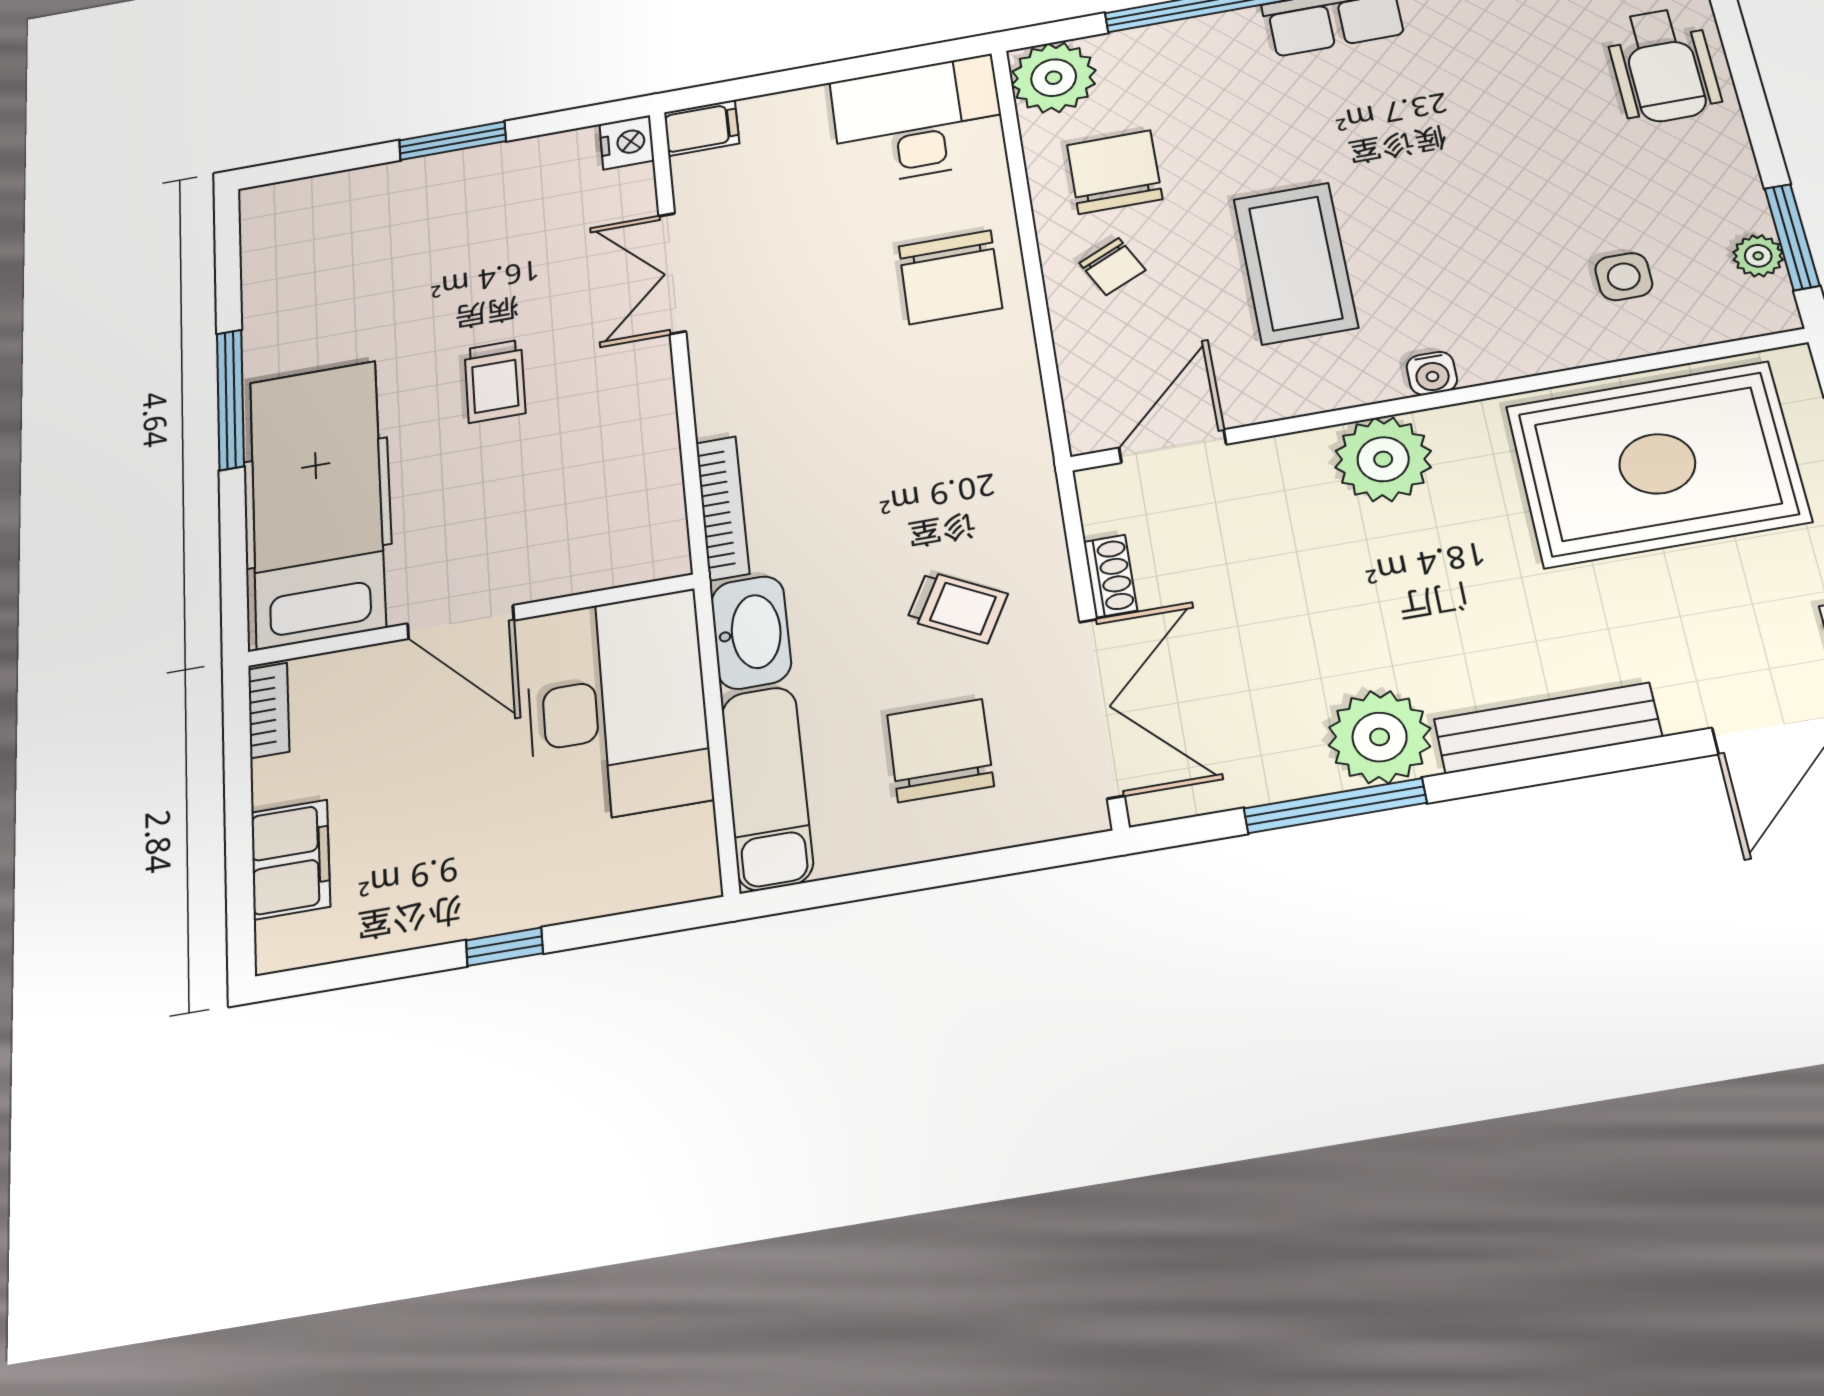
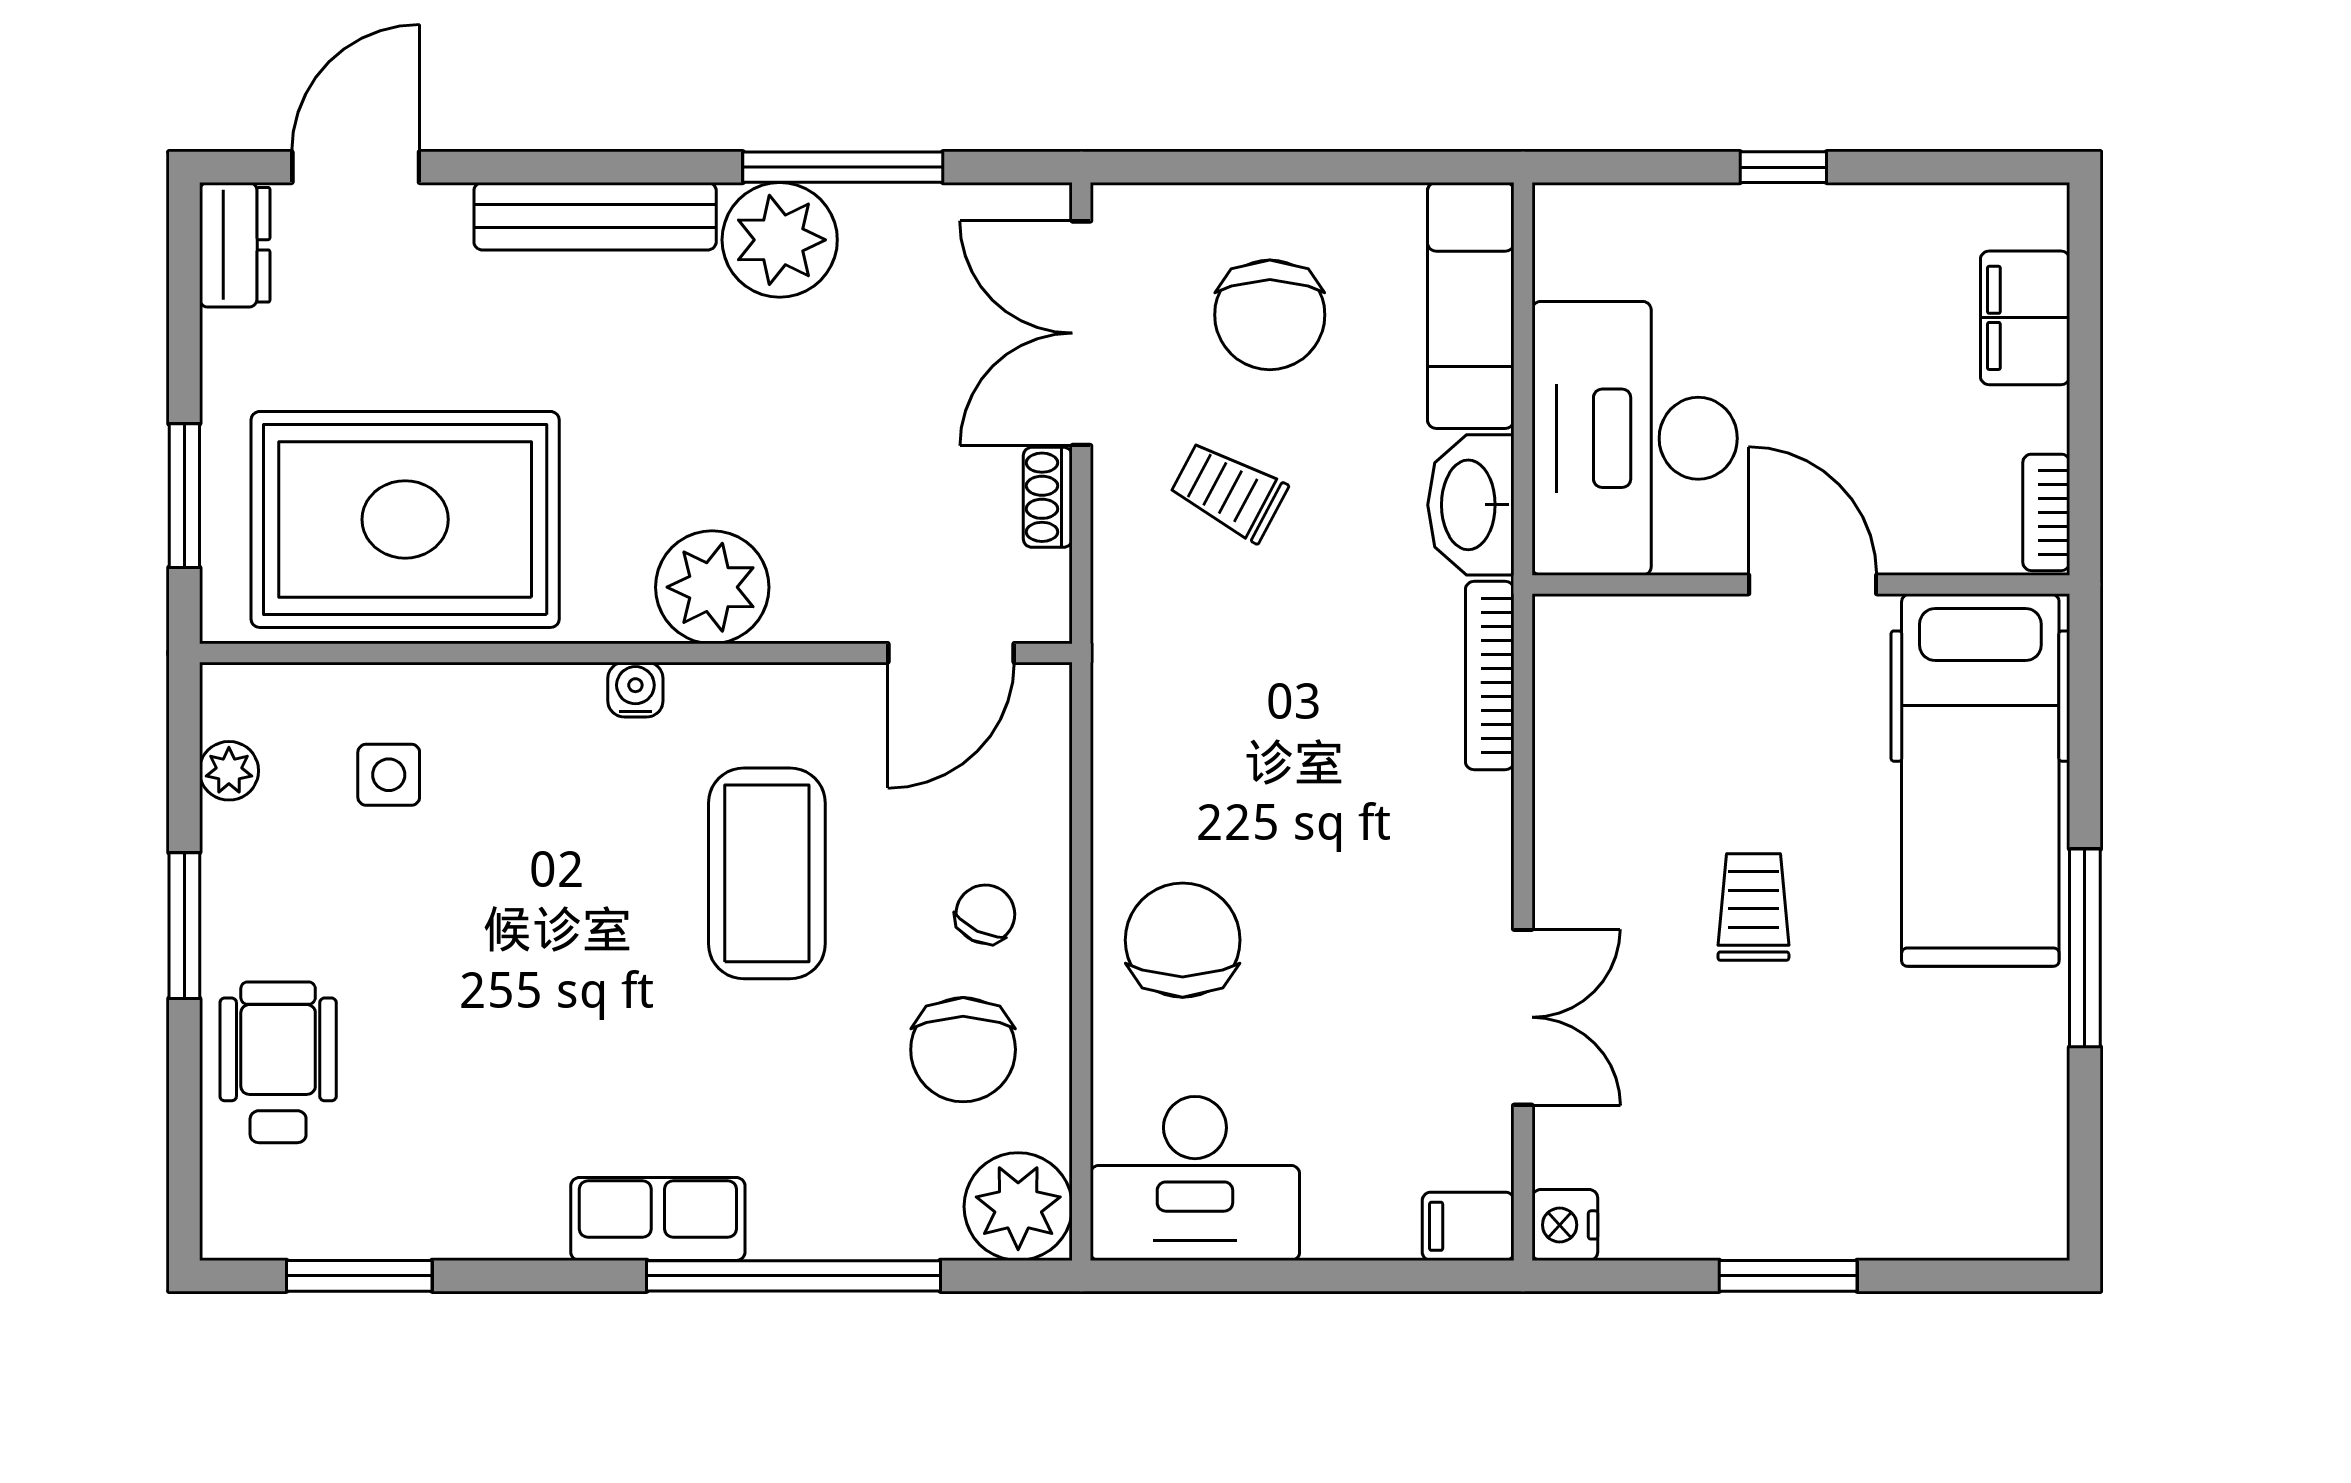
window: (1792, 237) -> (184, 926), moved
chair: (1112, 267) -> (985, 914), turned 52

